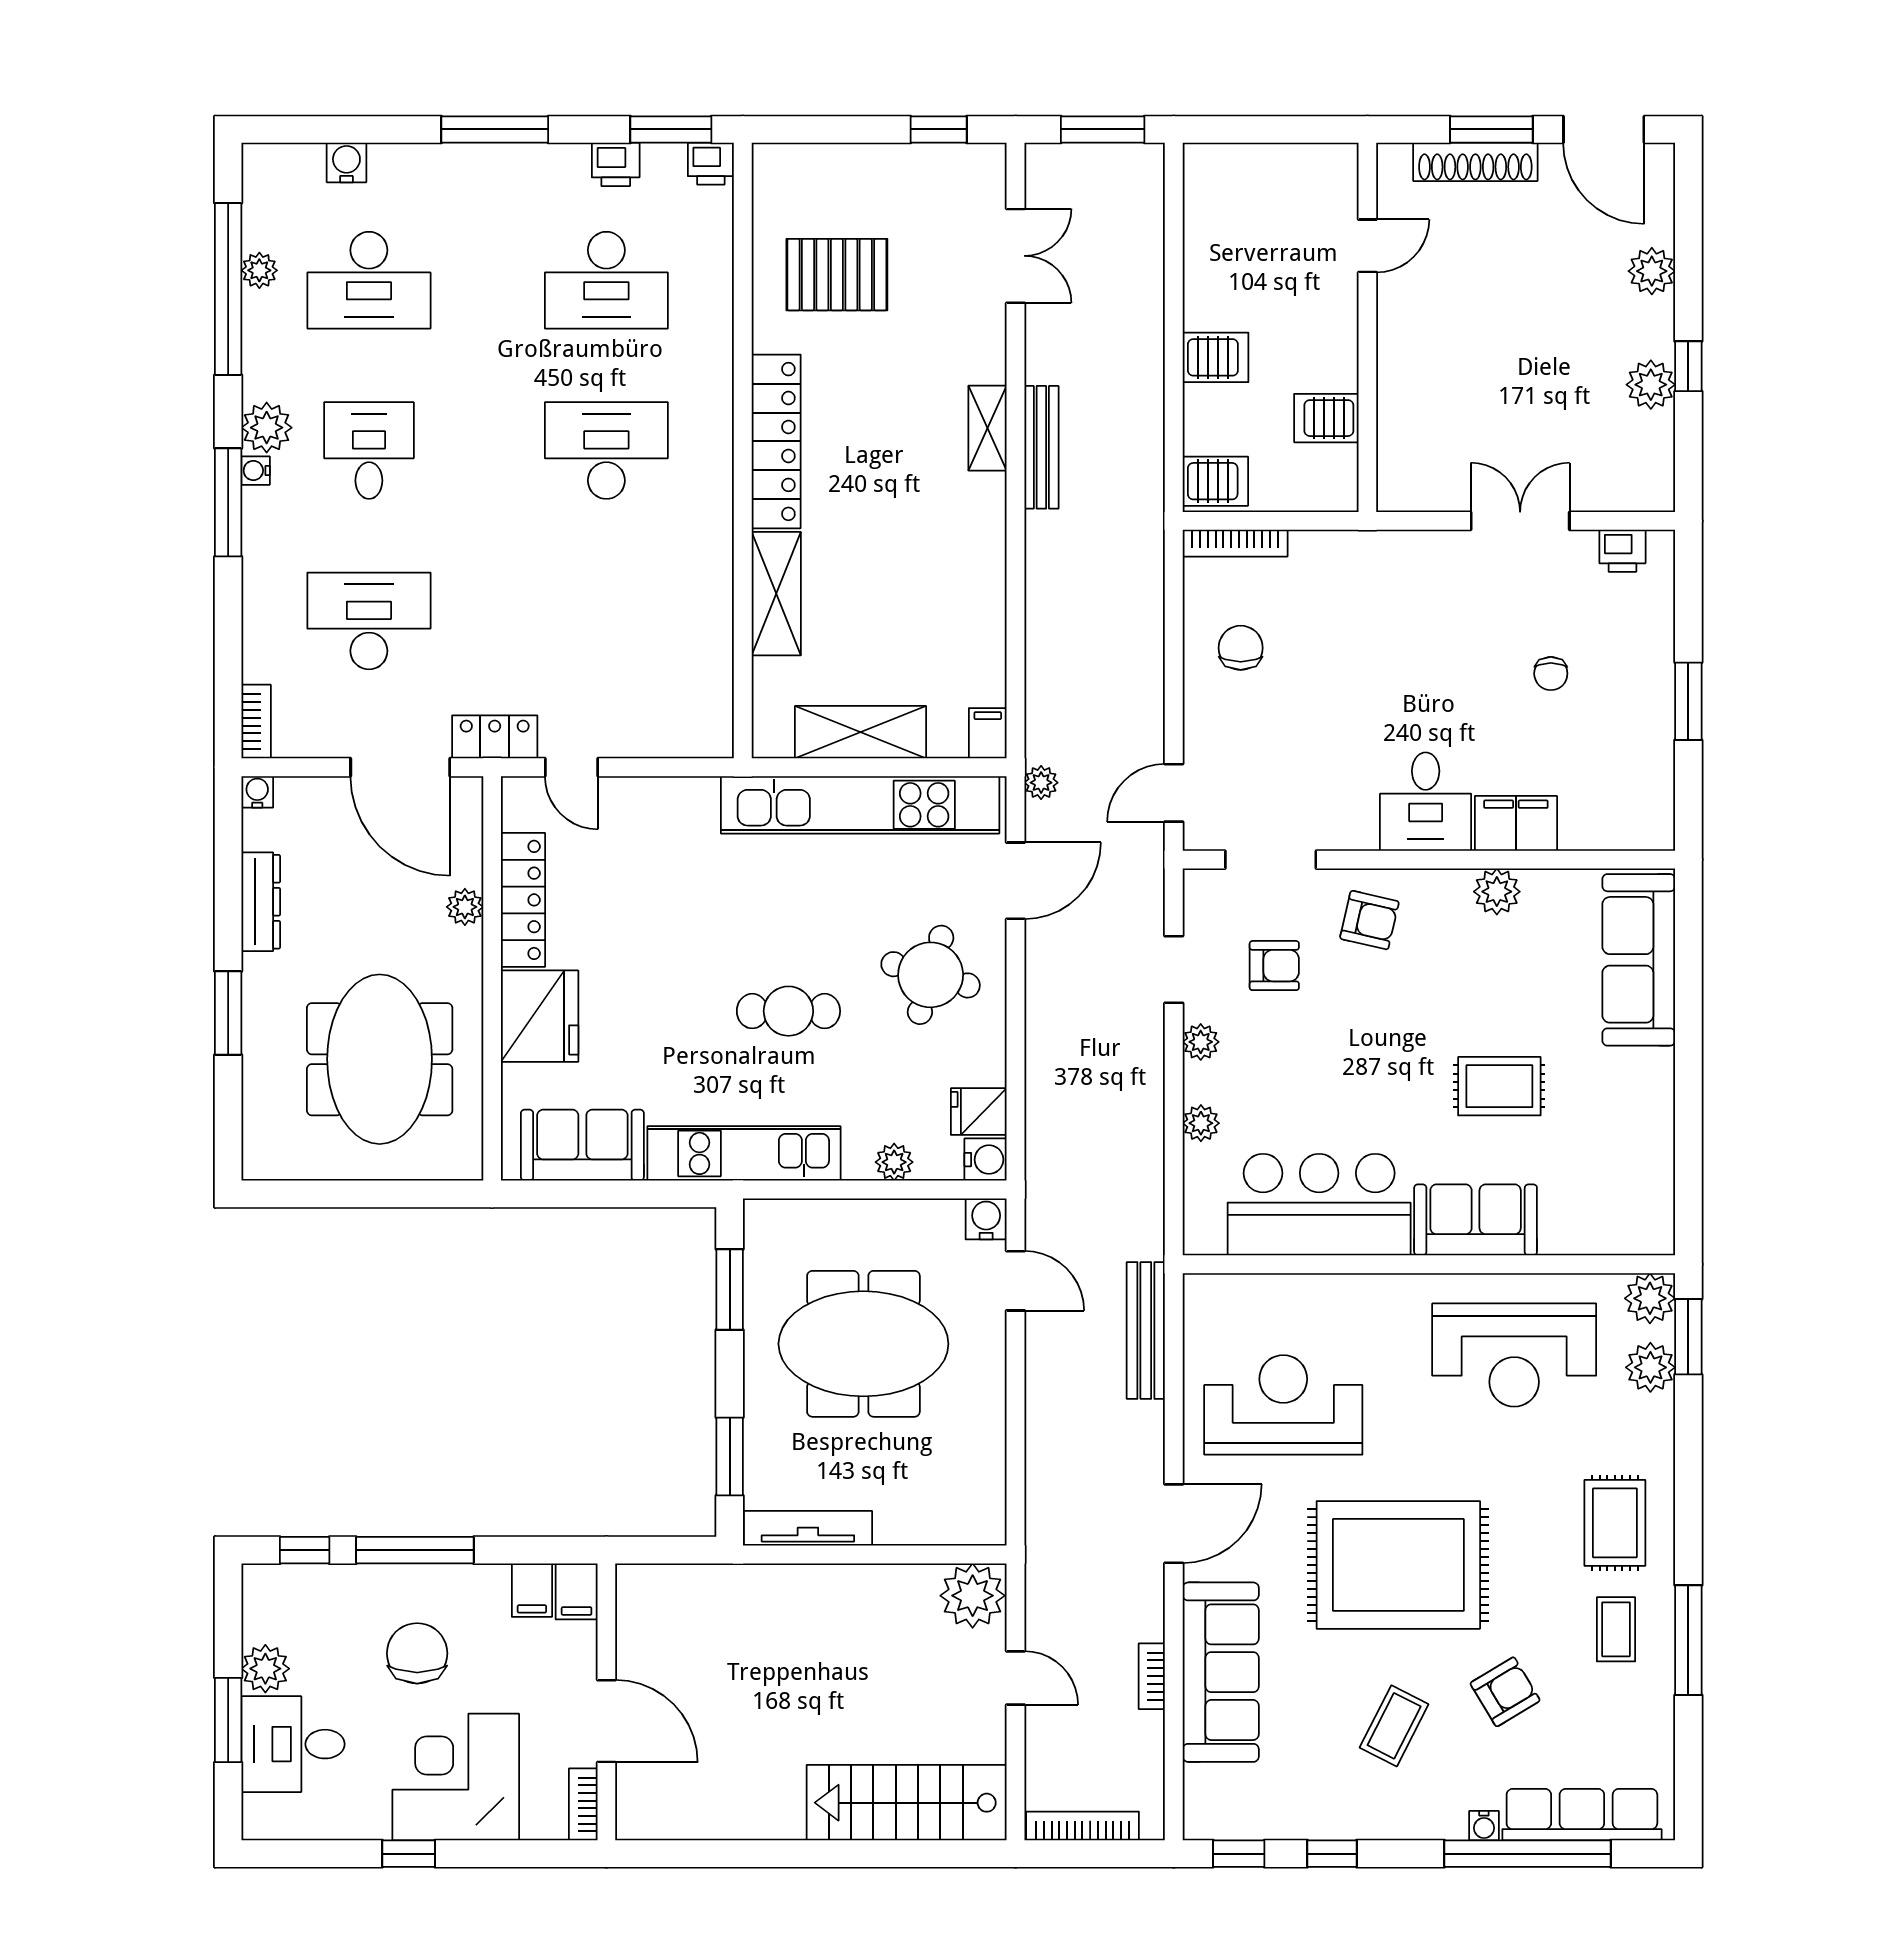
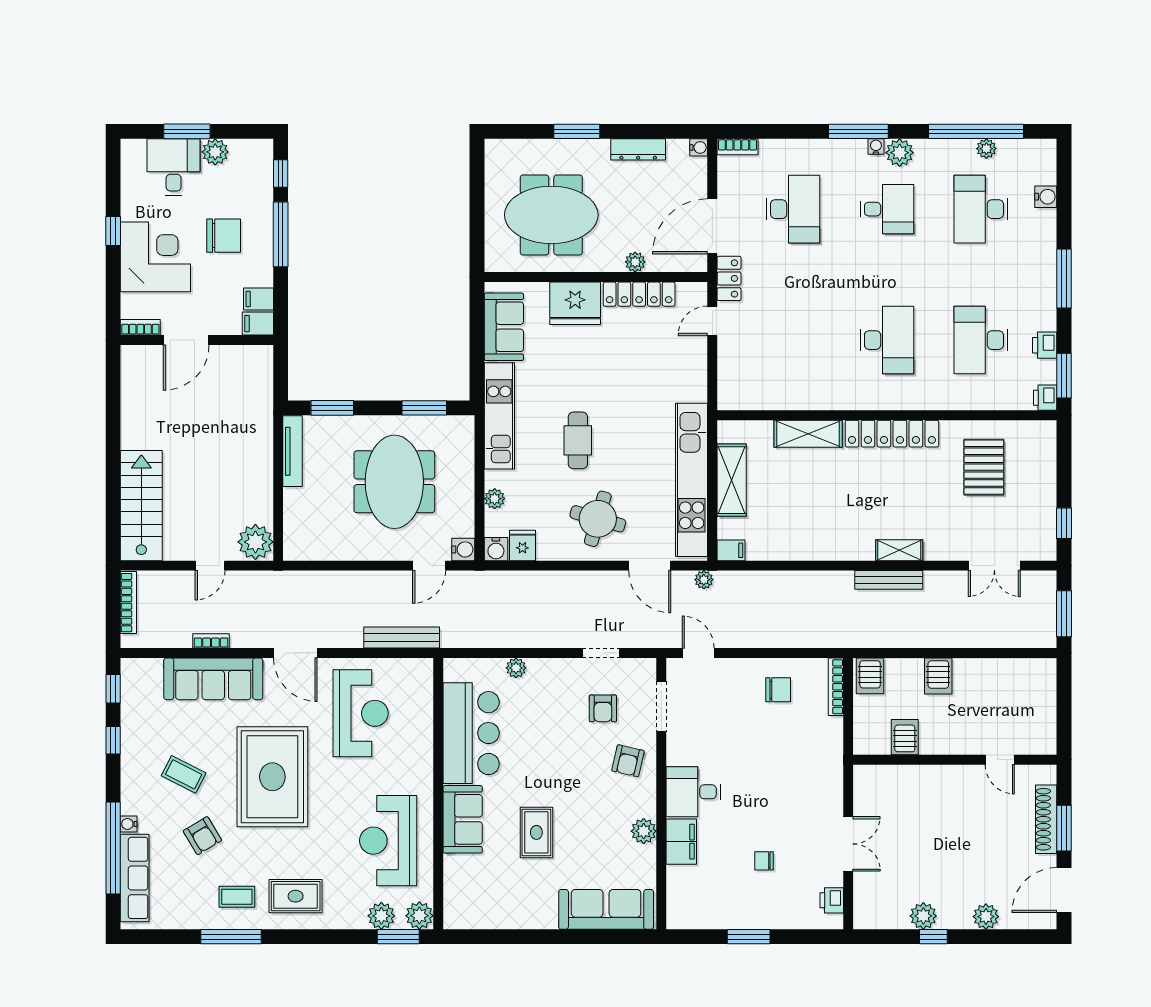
plant: (1201, 1042) -> (561, 668), removed

